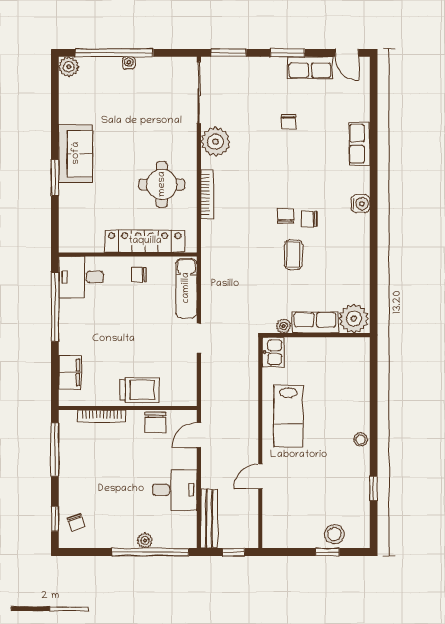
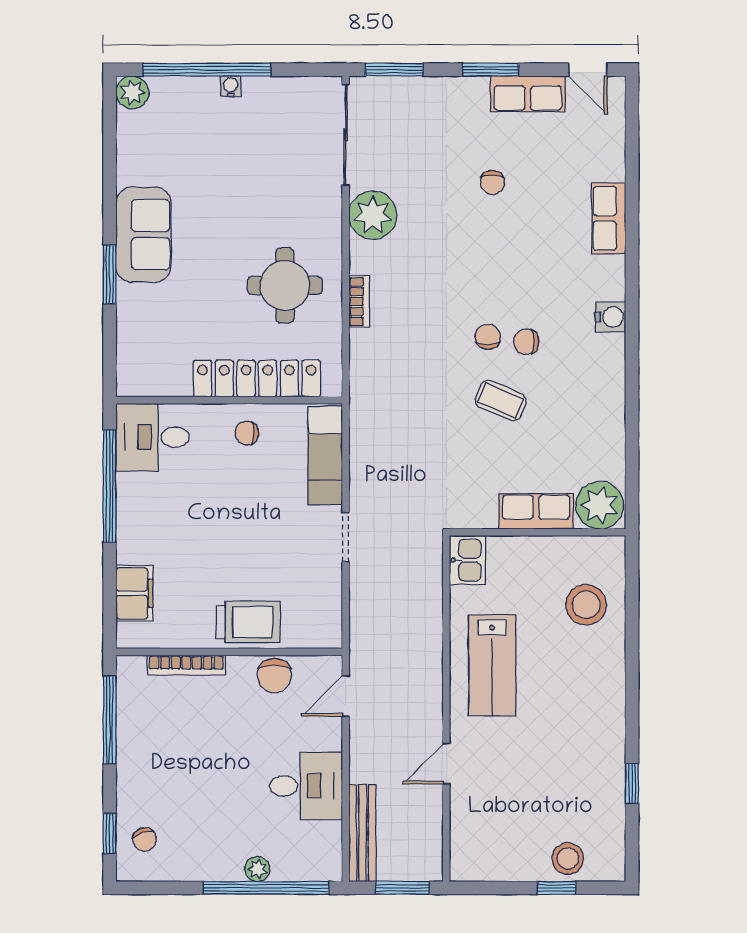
bookcase: (207, 194) -> (359, 302), width x0.64
coffee table: (294, 255) -> (501, 401), turned -67
plant: (284, 326) -> (485, 517), removed
stool: (361, 439) -> (586, 605), moved, width x1.89, depth x1.89
window: (234, 552) -> (403, 888), width x1.50

